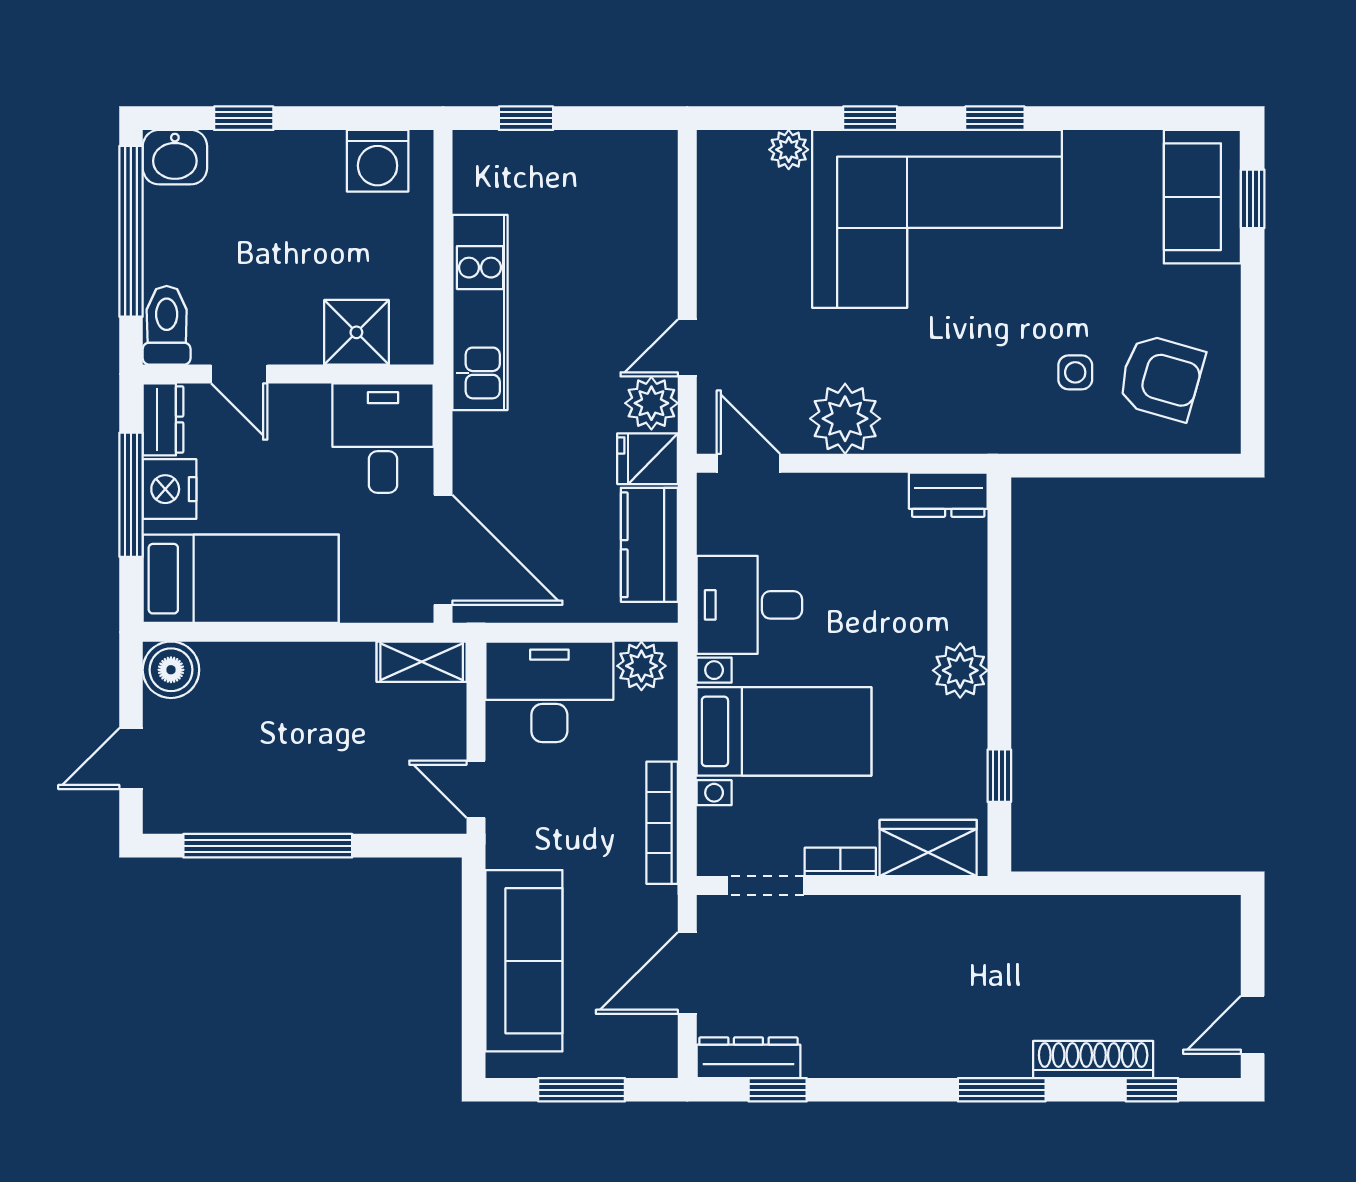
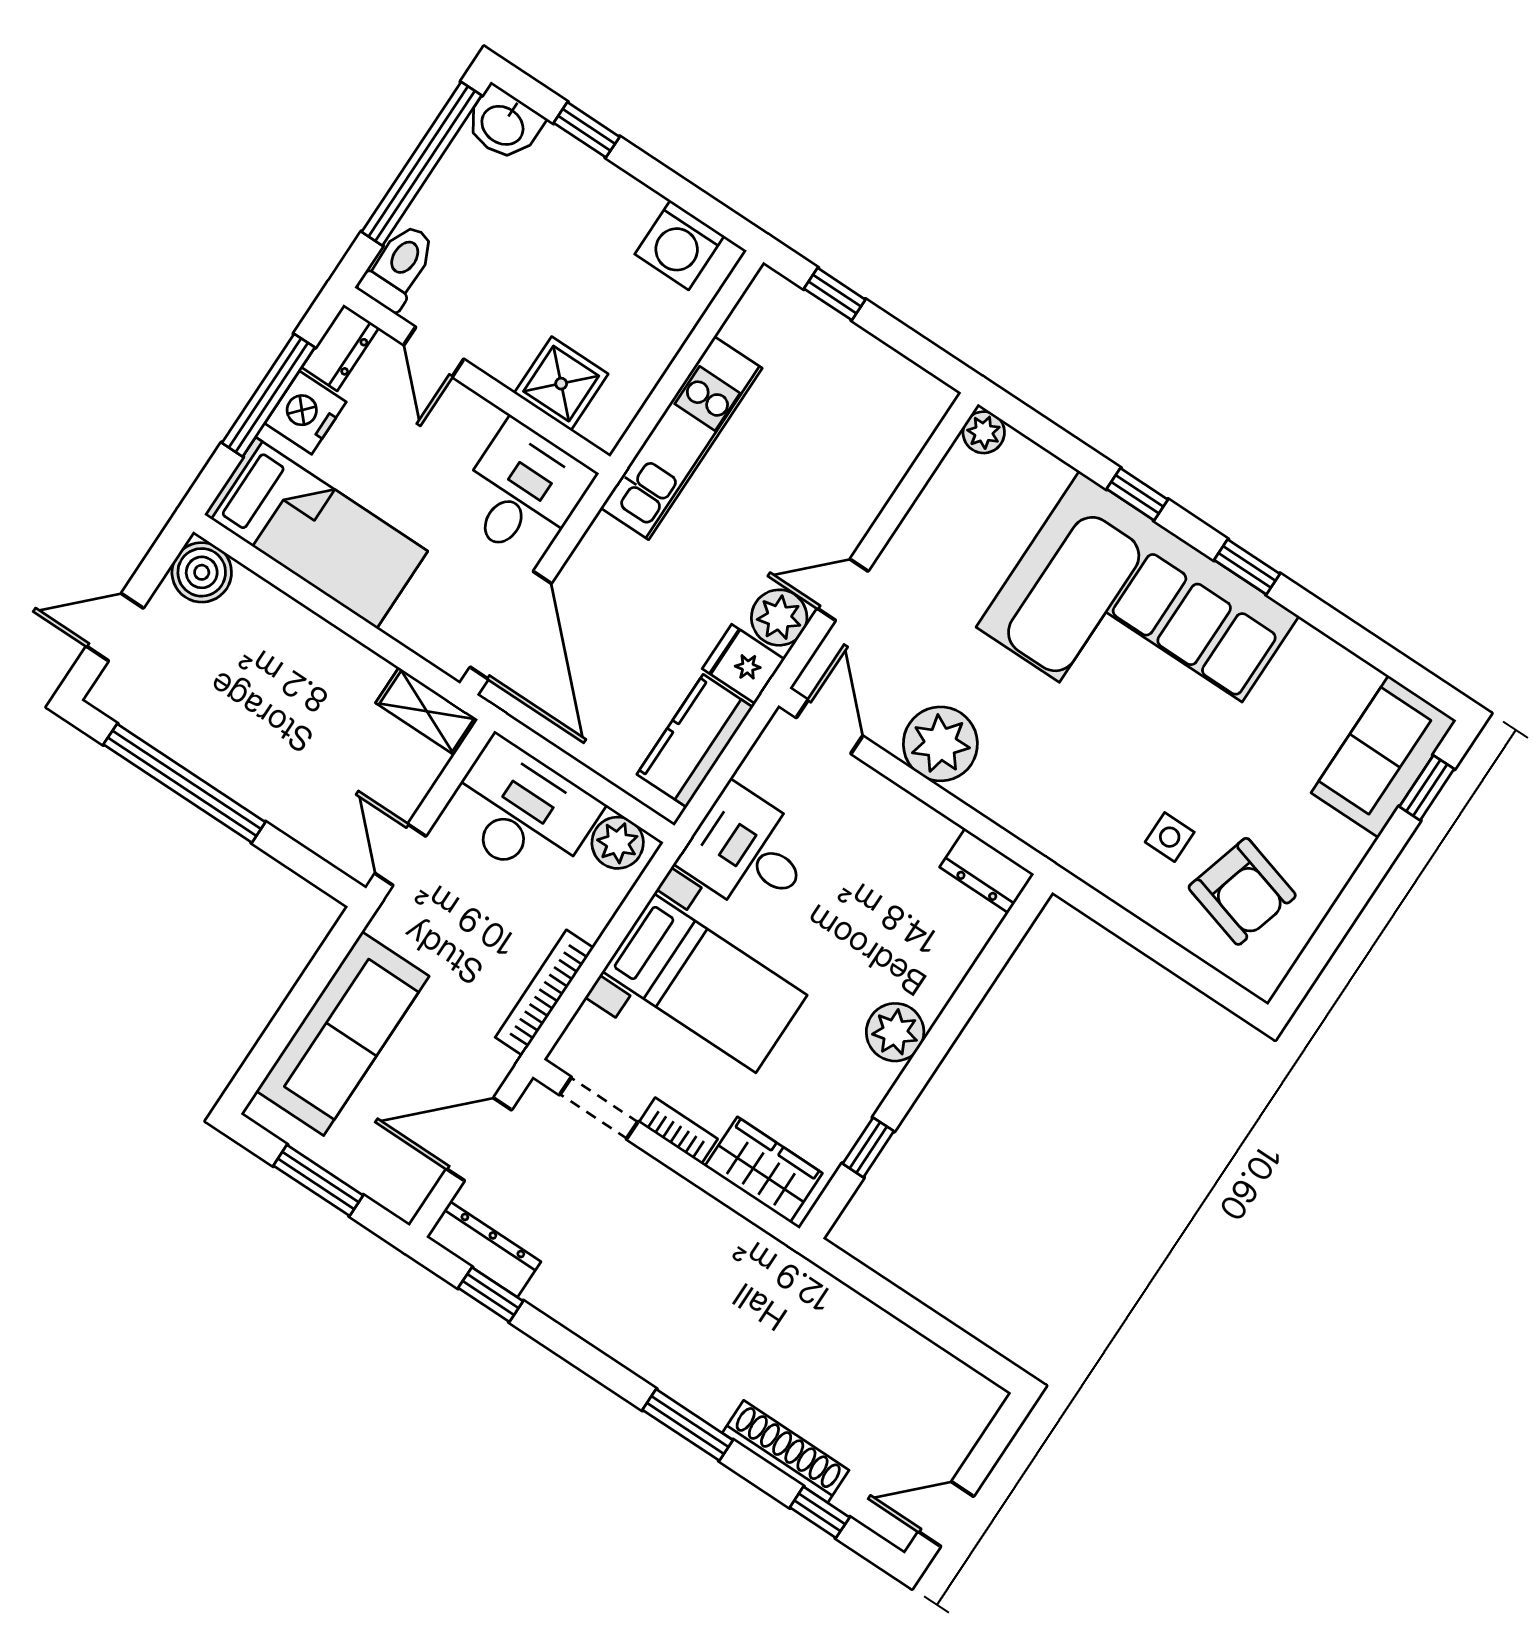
plant: (789, 150) -> (984, 432), moved

